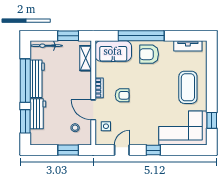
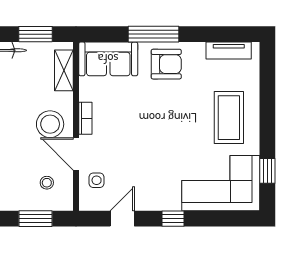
window: (141, 36) -> (153, 34), width x0.68
armchair: (149, 54) -> (166, 64), turned 180
stool: (77, 91) -> (50, 124), added
armchair: (122, 95) -> (123, 130), removed

